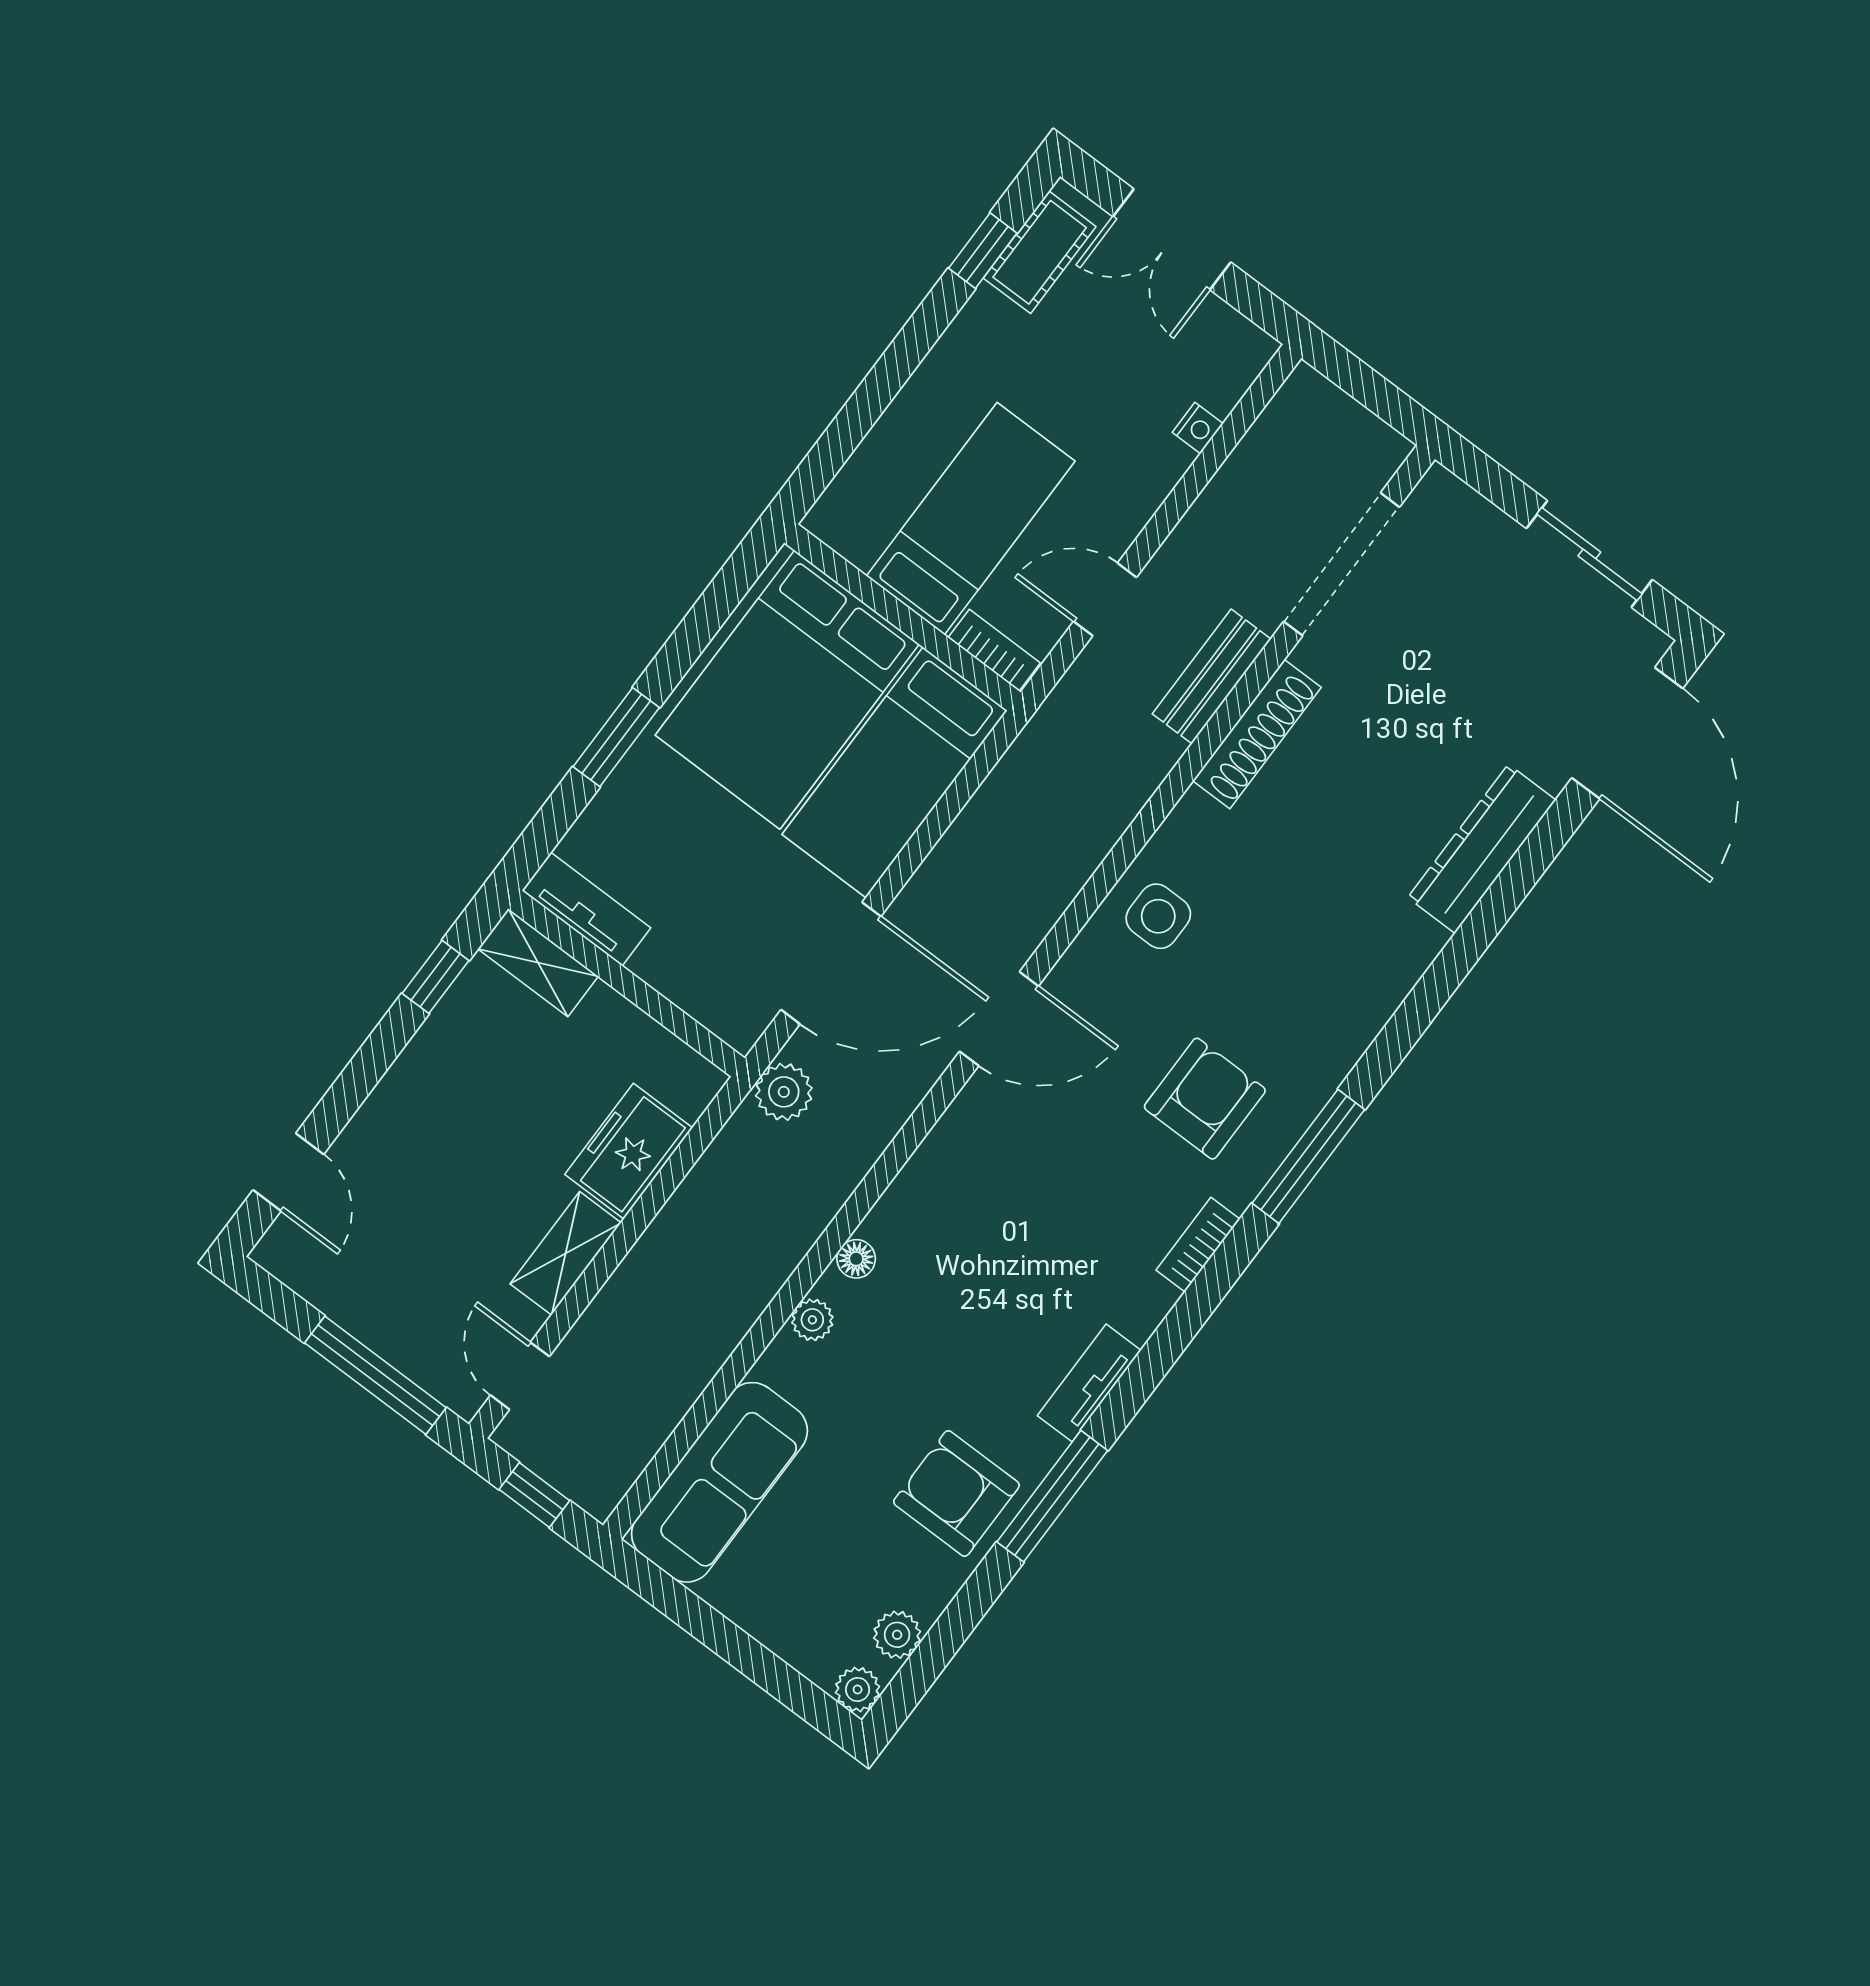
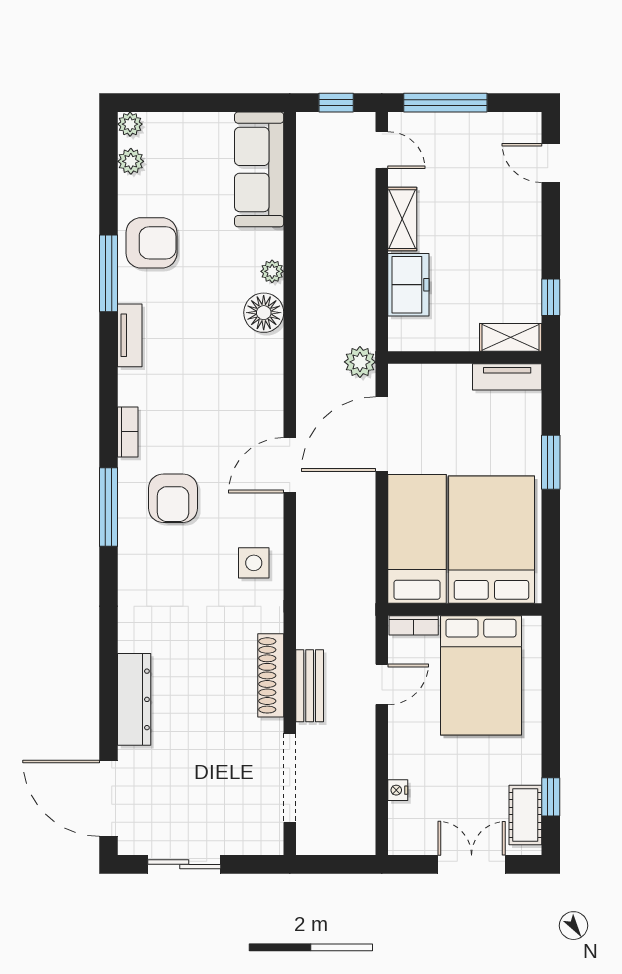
bed: (971, 519) -> (481, 675), width x1.50
floor lamp: (856, 1259) -> (264, 313), width x1.89, depth x1.89

